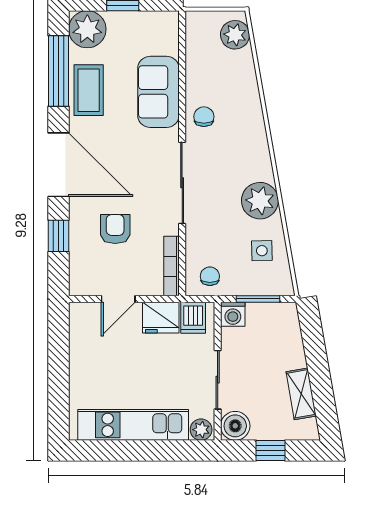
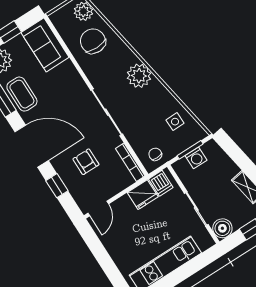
sofa: (158, 92) -> (45, 45), moved
chair: (204, 117) -> (93, 41), moved, width x1.87, depth x1.87
plant: (260, 201) -> (139, 76), moved
door: (118, 299) -> (98, 209), moved
washing machine: (233, 314) -> (196, 158), moved
plant: (201, 430) -> (205, 243), removed

